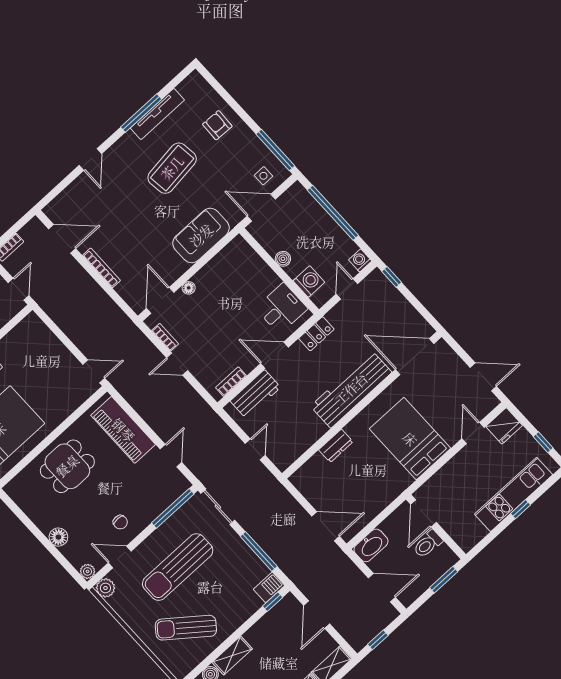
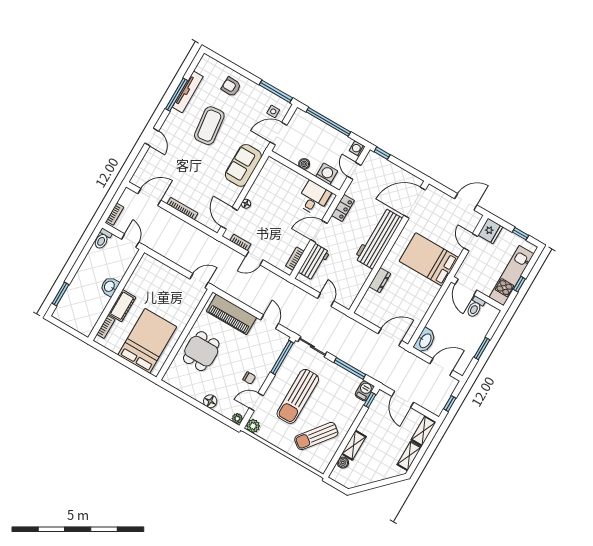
door: (423, 513) -> (466, 287), moved
wall: (436, 527) -> (477, 294), moved
toilet: (428, 544) -> (475, 307), moved

